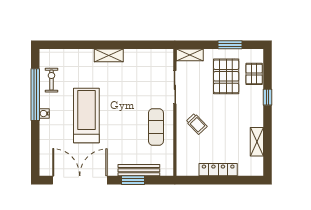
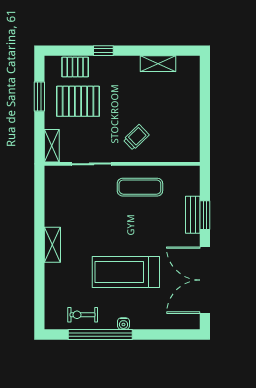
bench: (139, 170) -> (193, 215), width x0.73
locker: (218, 170) -> (192, 111), removed

